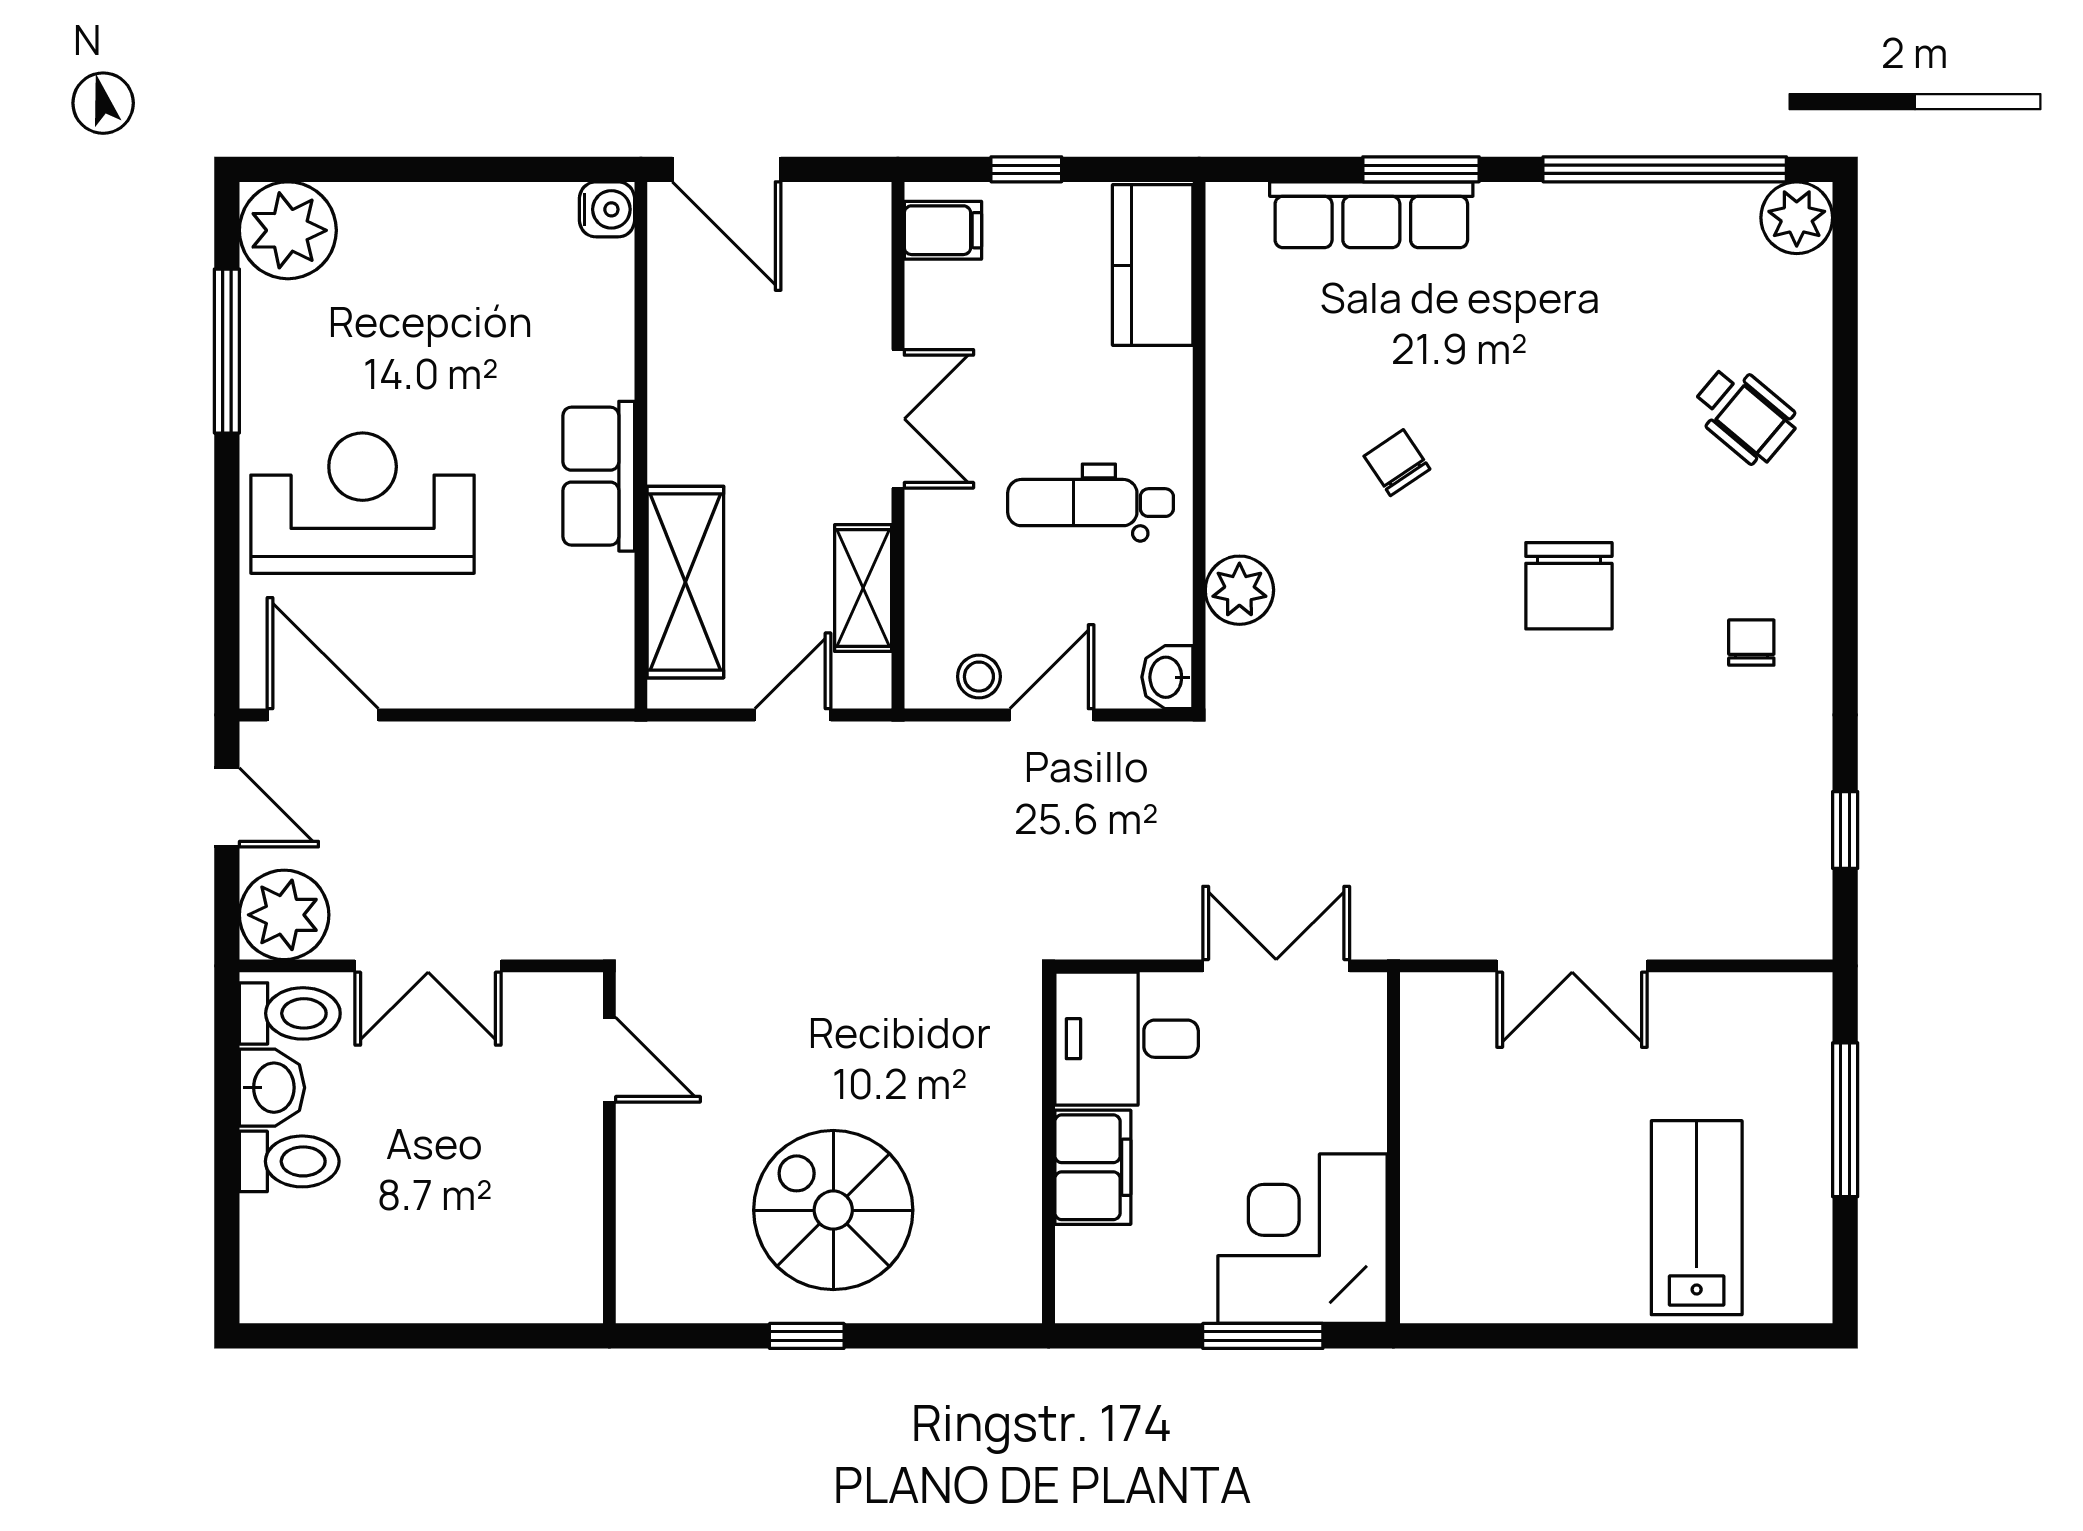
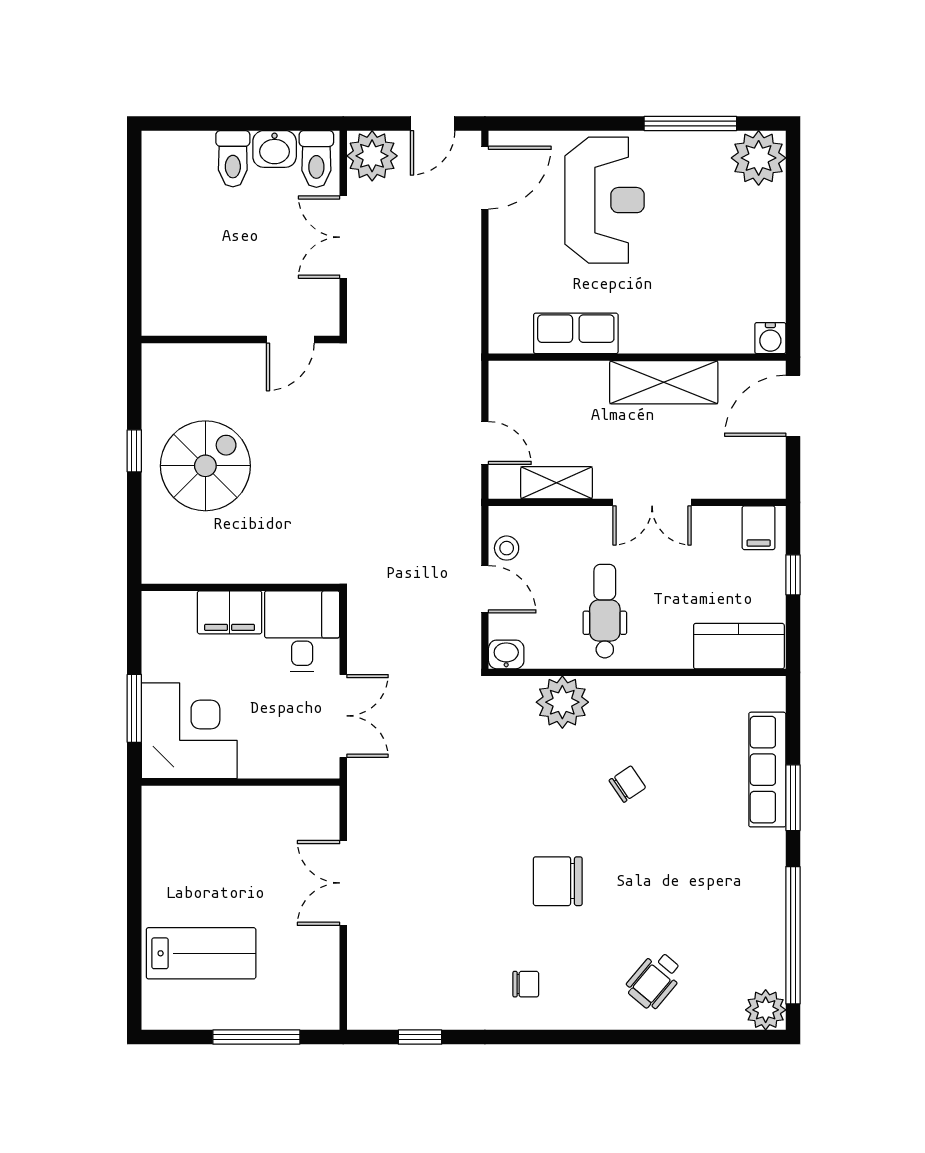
row of seats: (599, 476) -> (576, 333), moved
shelving: (685, 582) -> (664, 382), moved
plant: (1239, 590) -> (562, 702), width x1.36, depth x1.36

